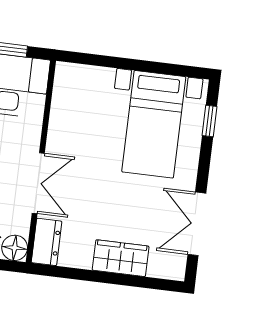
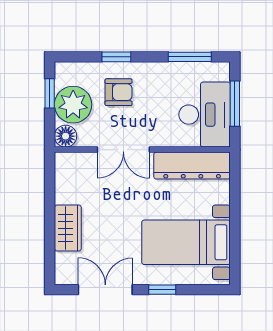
window: (209, 121) -> (162, 290), moved
dresser: (47, 242) -> (192, 166), moved, width x1.96, depth x1.24

